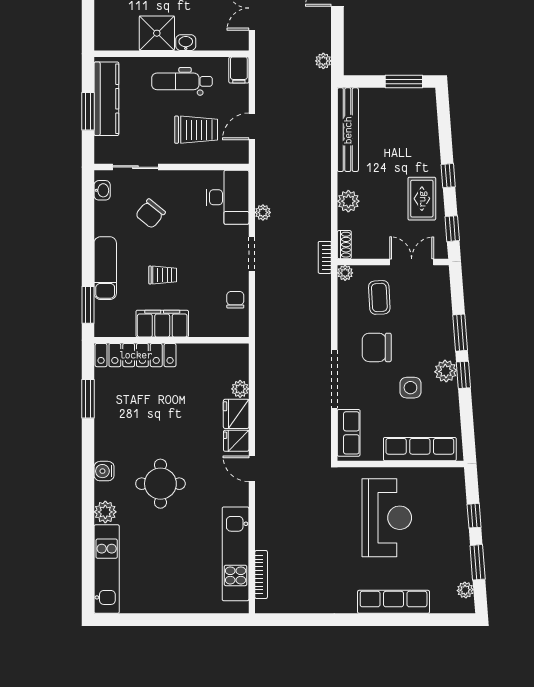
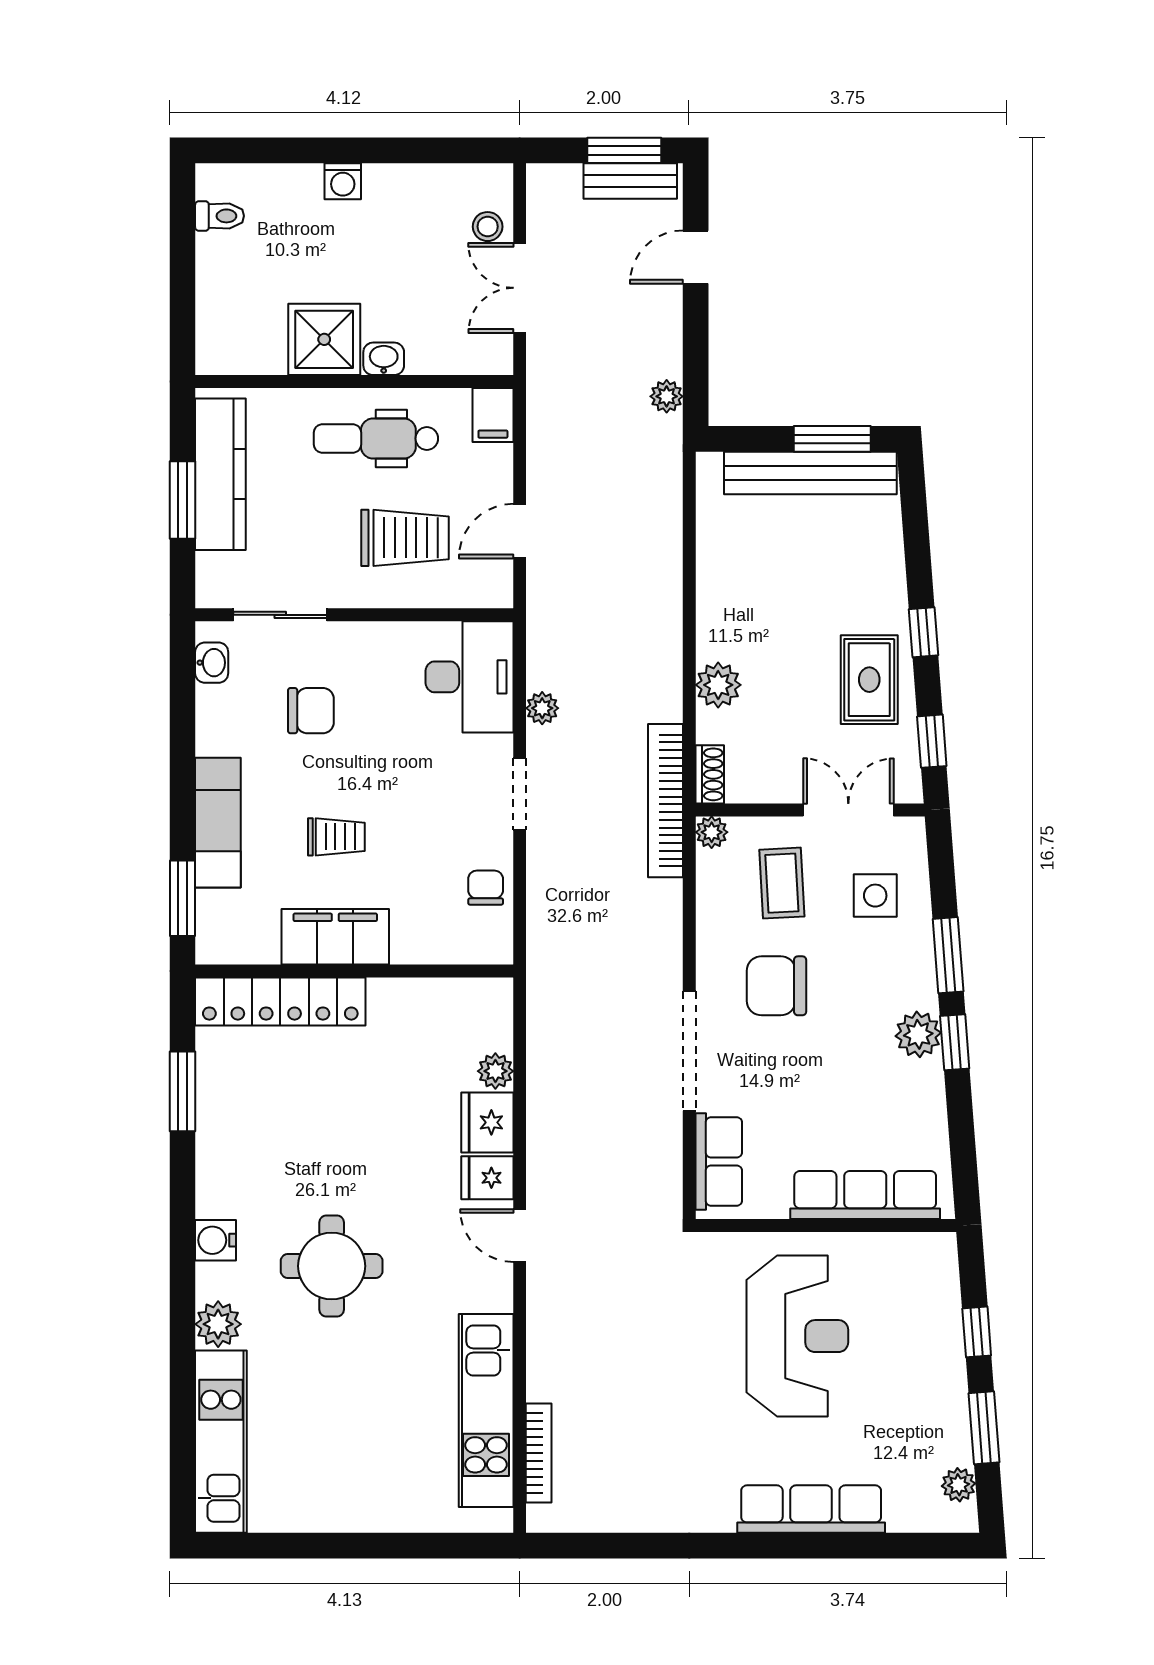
bench: (348, 130) -> (810, 473), moved, turned 90
chair: (150, 214) -> (311, 711), turned -129
bookcase: (325, 257) -> (665, 801), width x2.31, depth x1.31
side table: (410, 388) -> (875, 896), moved

